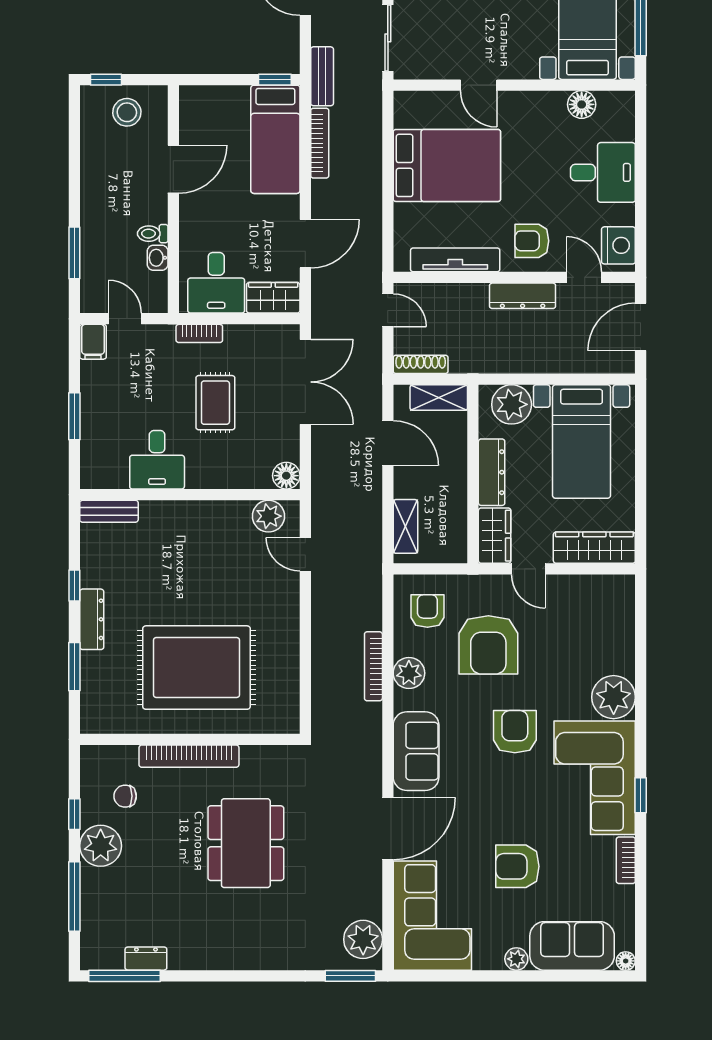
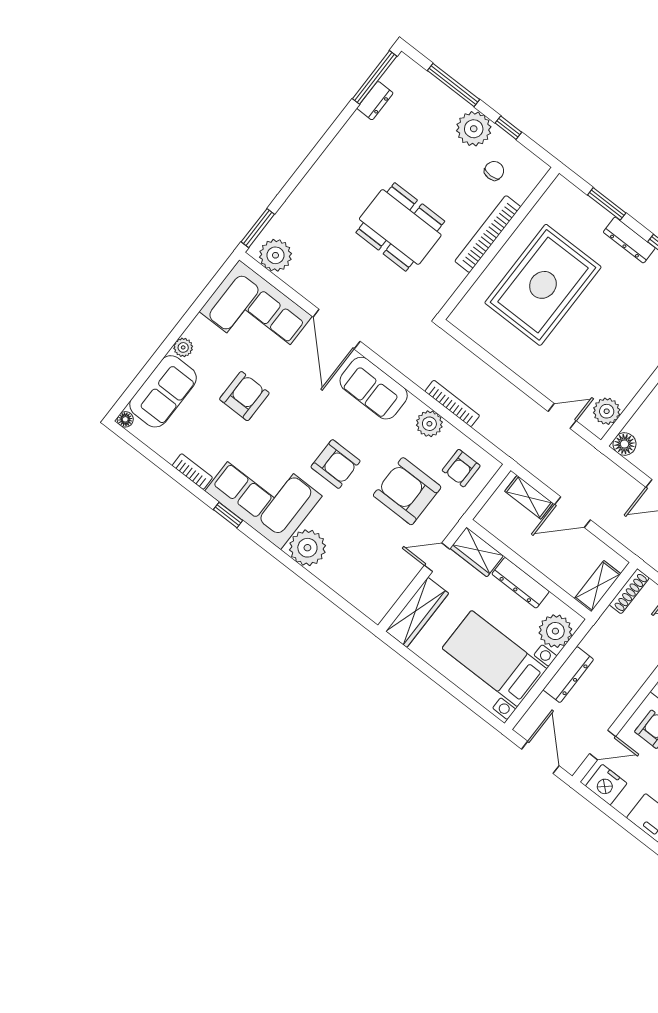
dresser: (523, 296) -> (568, 675), moved, turned 180
door: (388, 443) -> (573, 512), moved
armchair: (427, 611) -> (461, 468), turned 90

